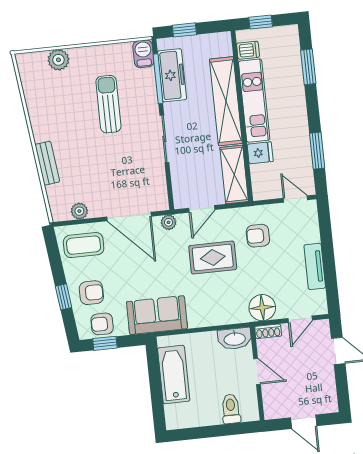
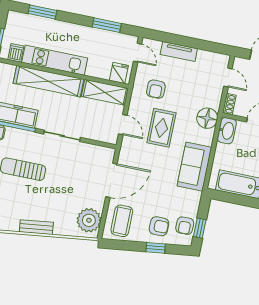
fridge: (260, 153) -> (119, 73), moved
bench: (47, 163) -> (36, 227), moved
door: (295, 199) -> (138, 53), swing flipped
plant: (79, 211) -> (89, 220), width x1.87, depth x1.87
plant: (169, 222) -> (125, 152), removed
tv unit: (315, 266) -> (179, 51), moved
armchair: (91, 293) -> (159, 226), turned 90
floor lamp: (262, 308) -> (207, 118), moved
sofa: (157, 315) -> (194, 167), moved

